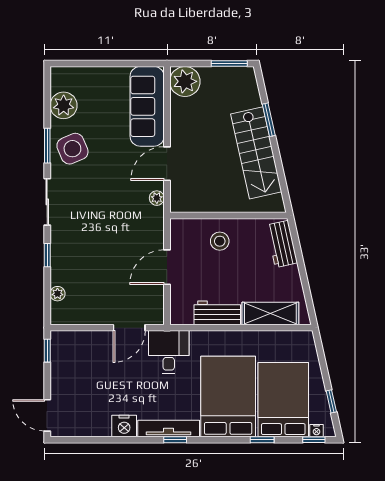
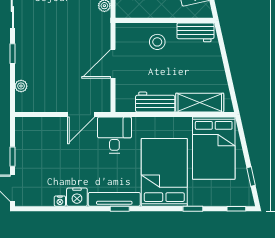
workbench: (282, 244) -> (195, 32), moved, turned -77
window: (47, 351) -> (12, 157), moved
bed: (283, 400) -> (214, 148), moved, turned 180
nightstand: (317, 431) -> (60, 201), moved

